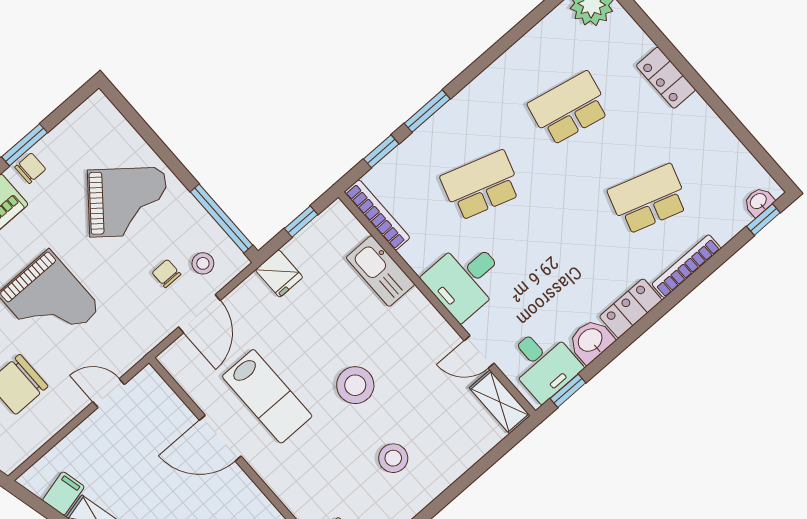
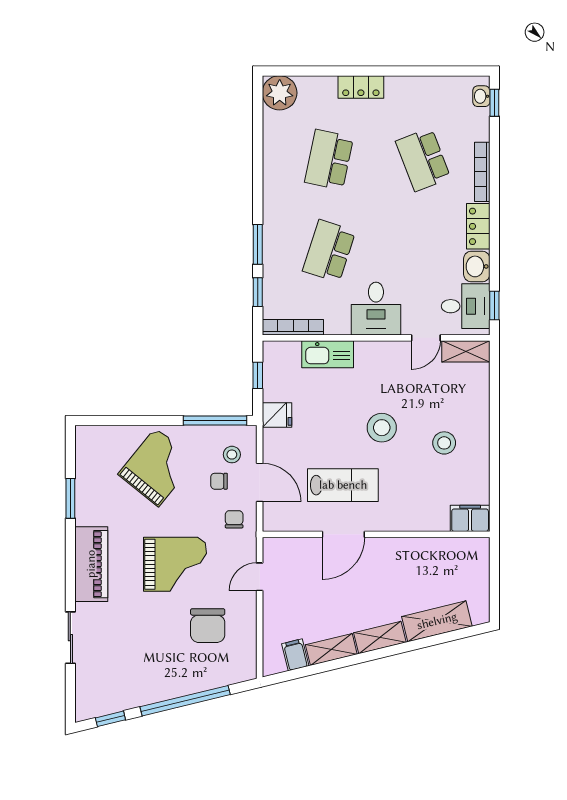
chair: (30, 168) -> (234, 519), moved
school desk: (648, 199) -> (423, 160), turned -39

